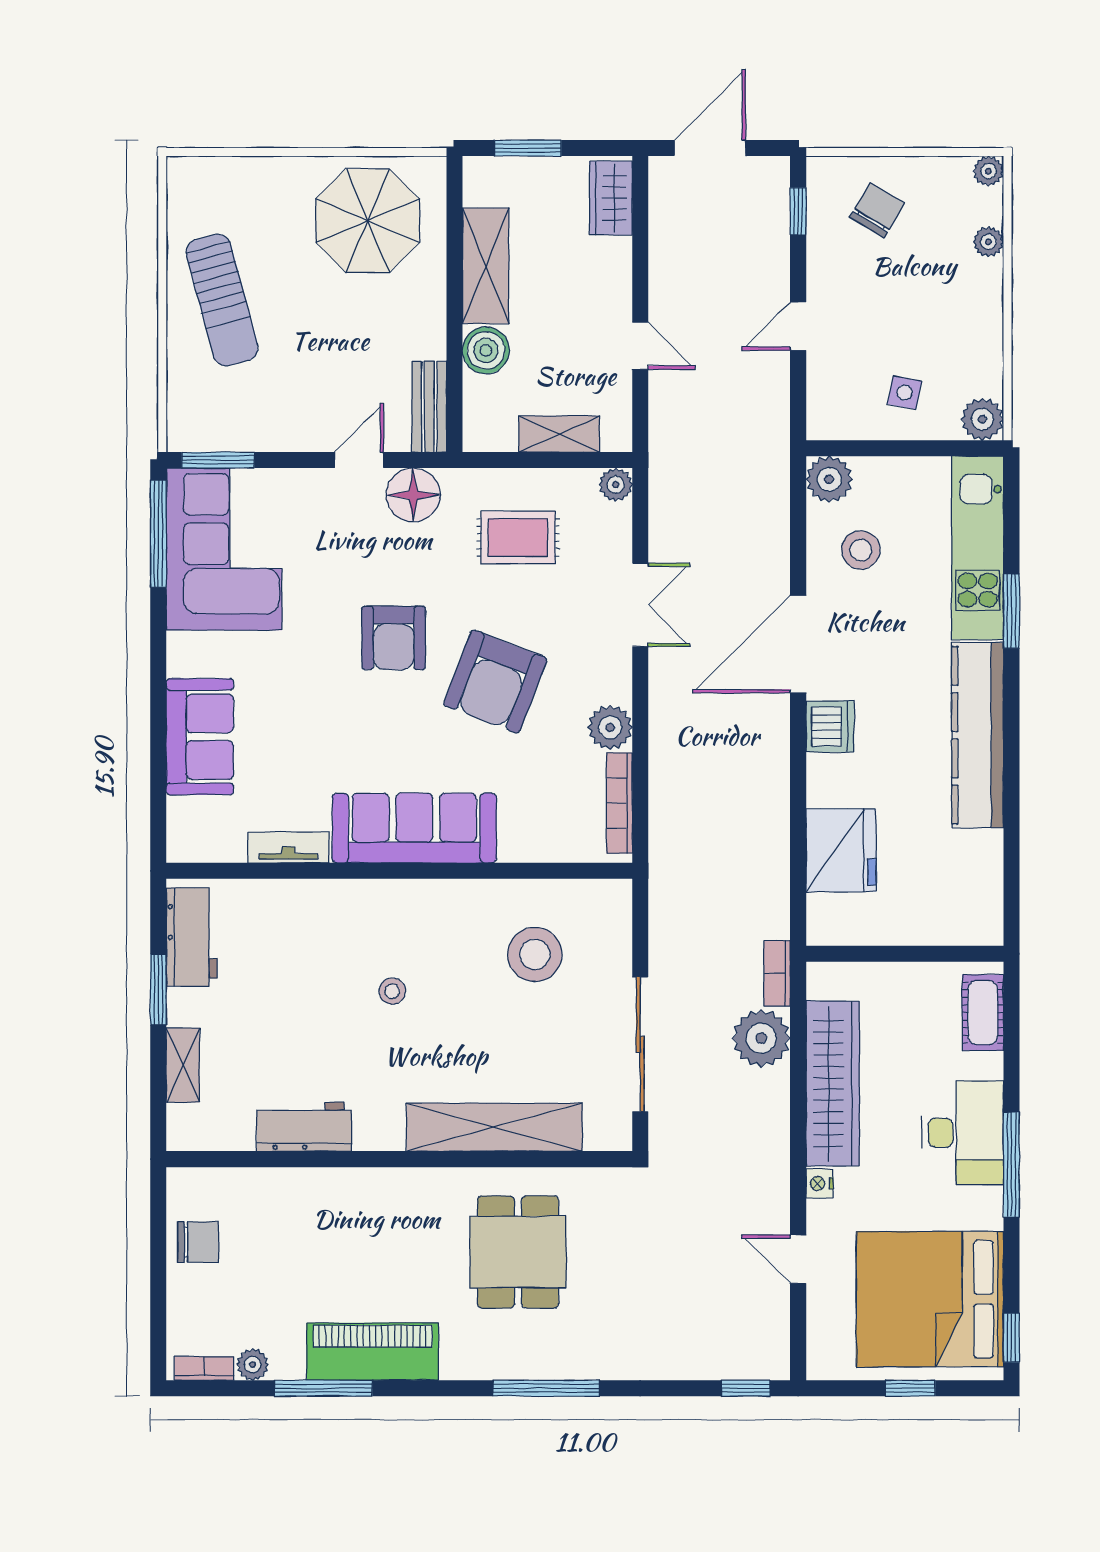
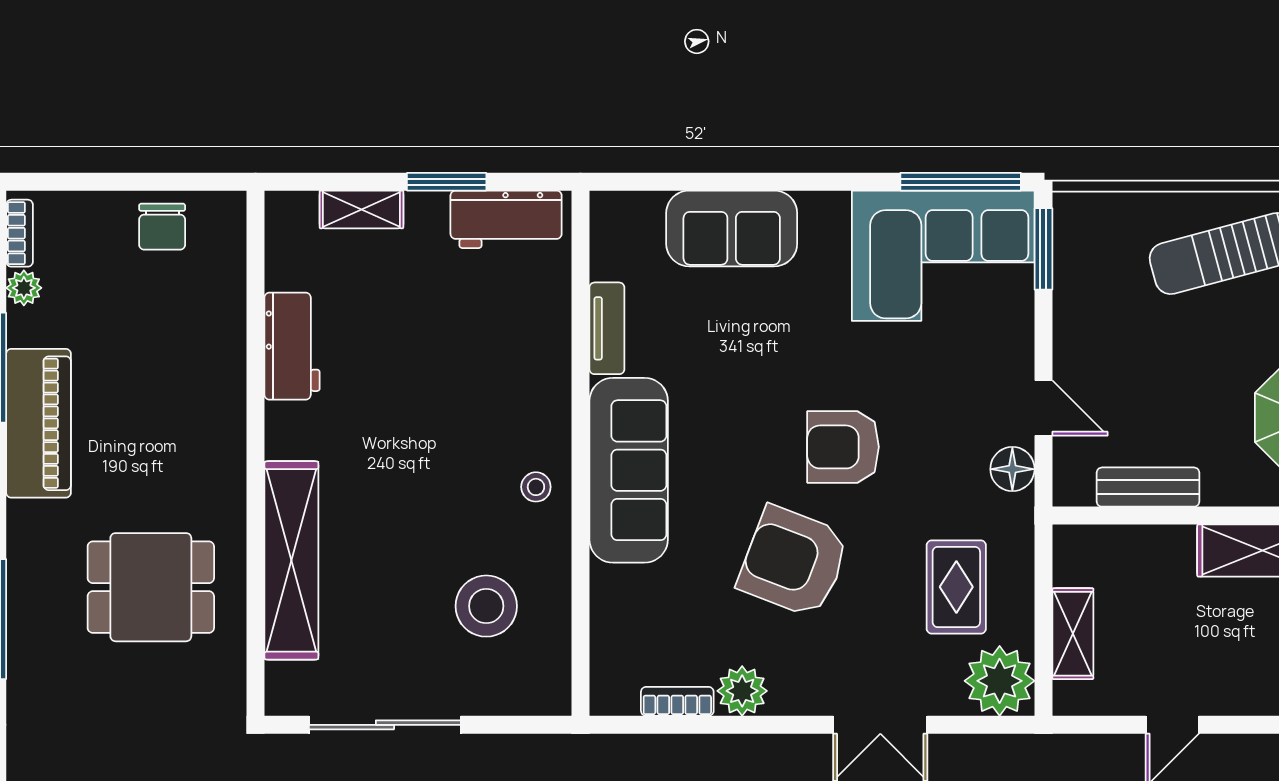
boiler: (486, 350) -> (1167, 551), removed
bench: (429, 407) -> (1148, 487), moved
plant: (616, 485) -> (1000, 681), width x1.88, depth x1.88
floor lamp: (413, 495) -> (1012, 469), width x0.73, depth x0.73
bookcase: (619, 803) -> (677, 701), width x0.64
stool: (392, 991) -> (536, 487), moved

